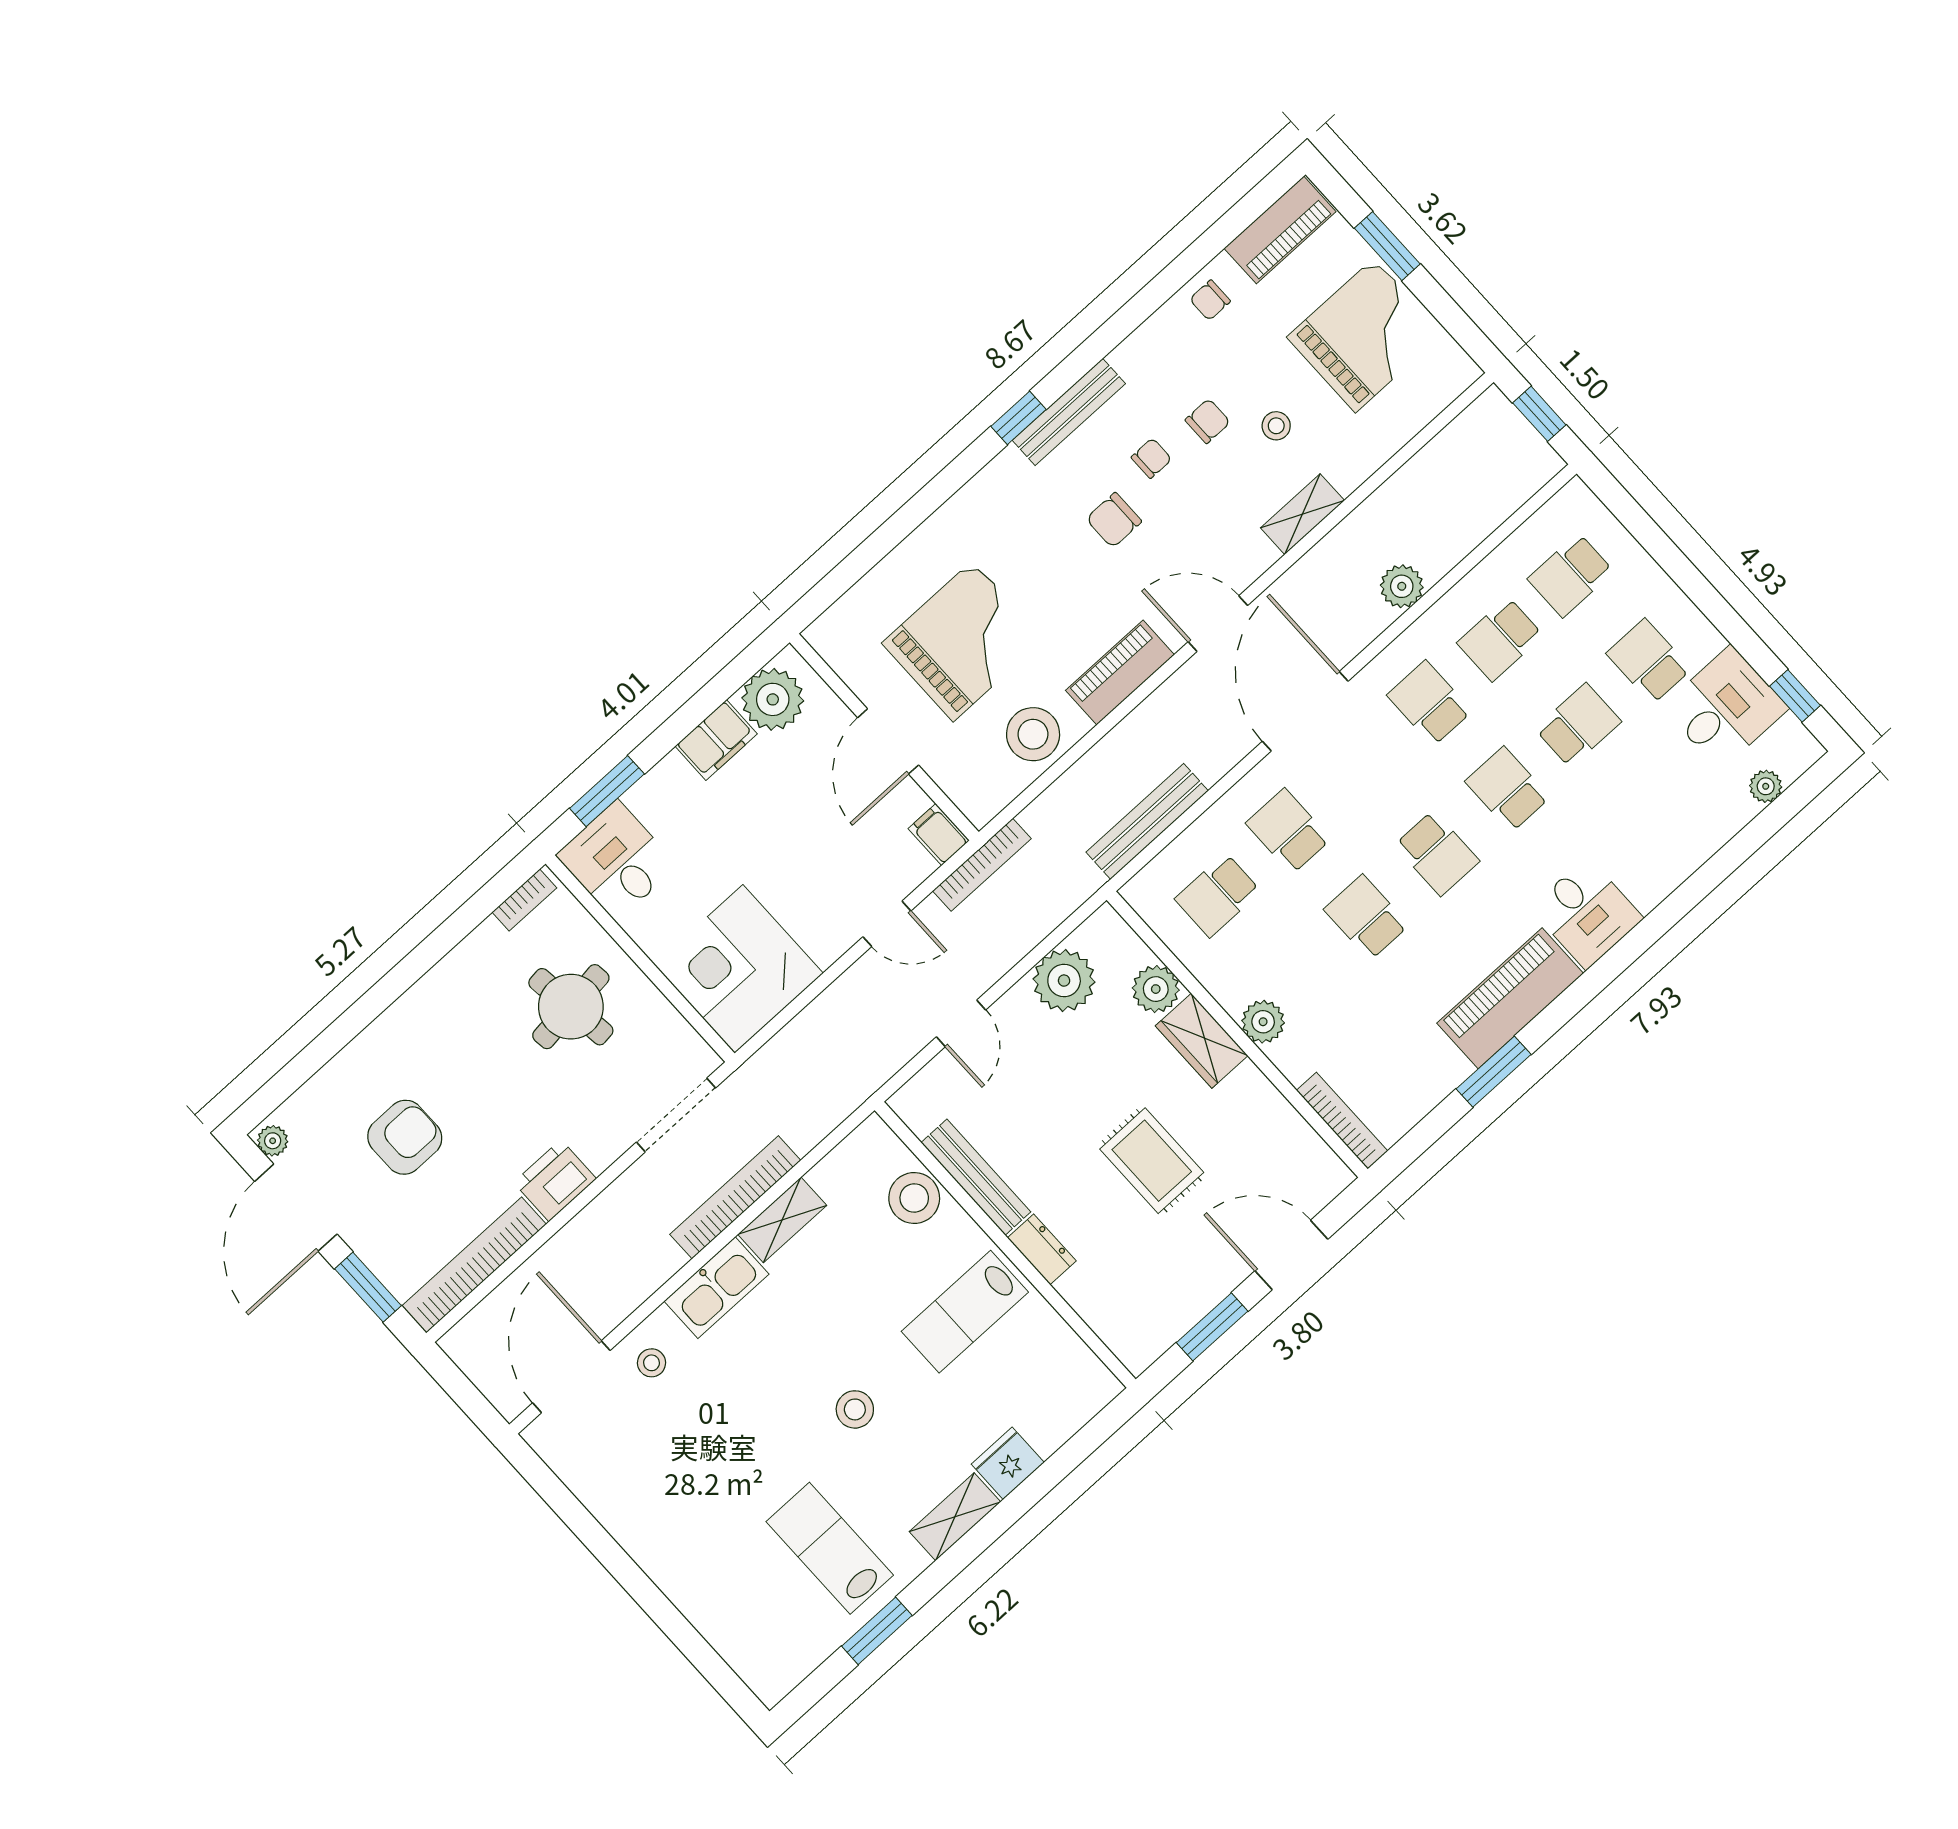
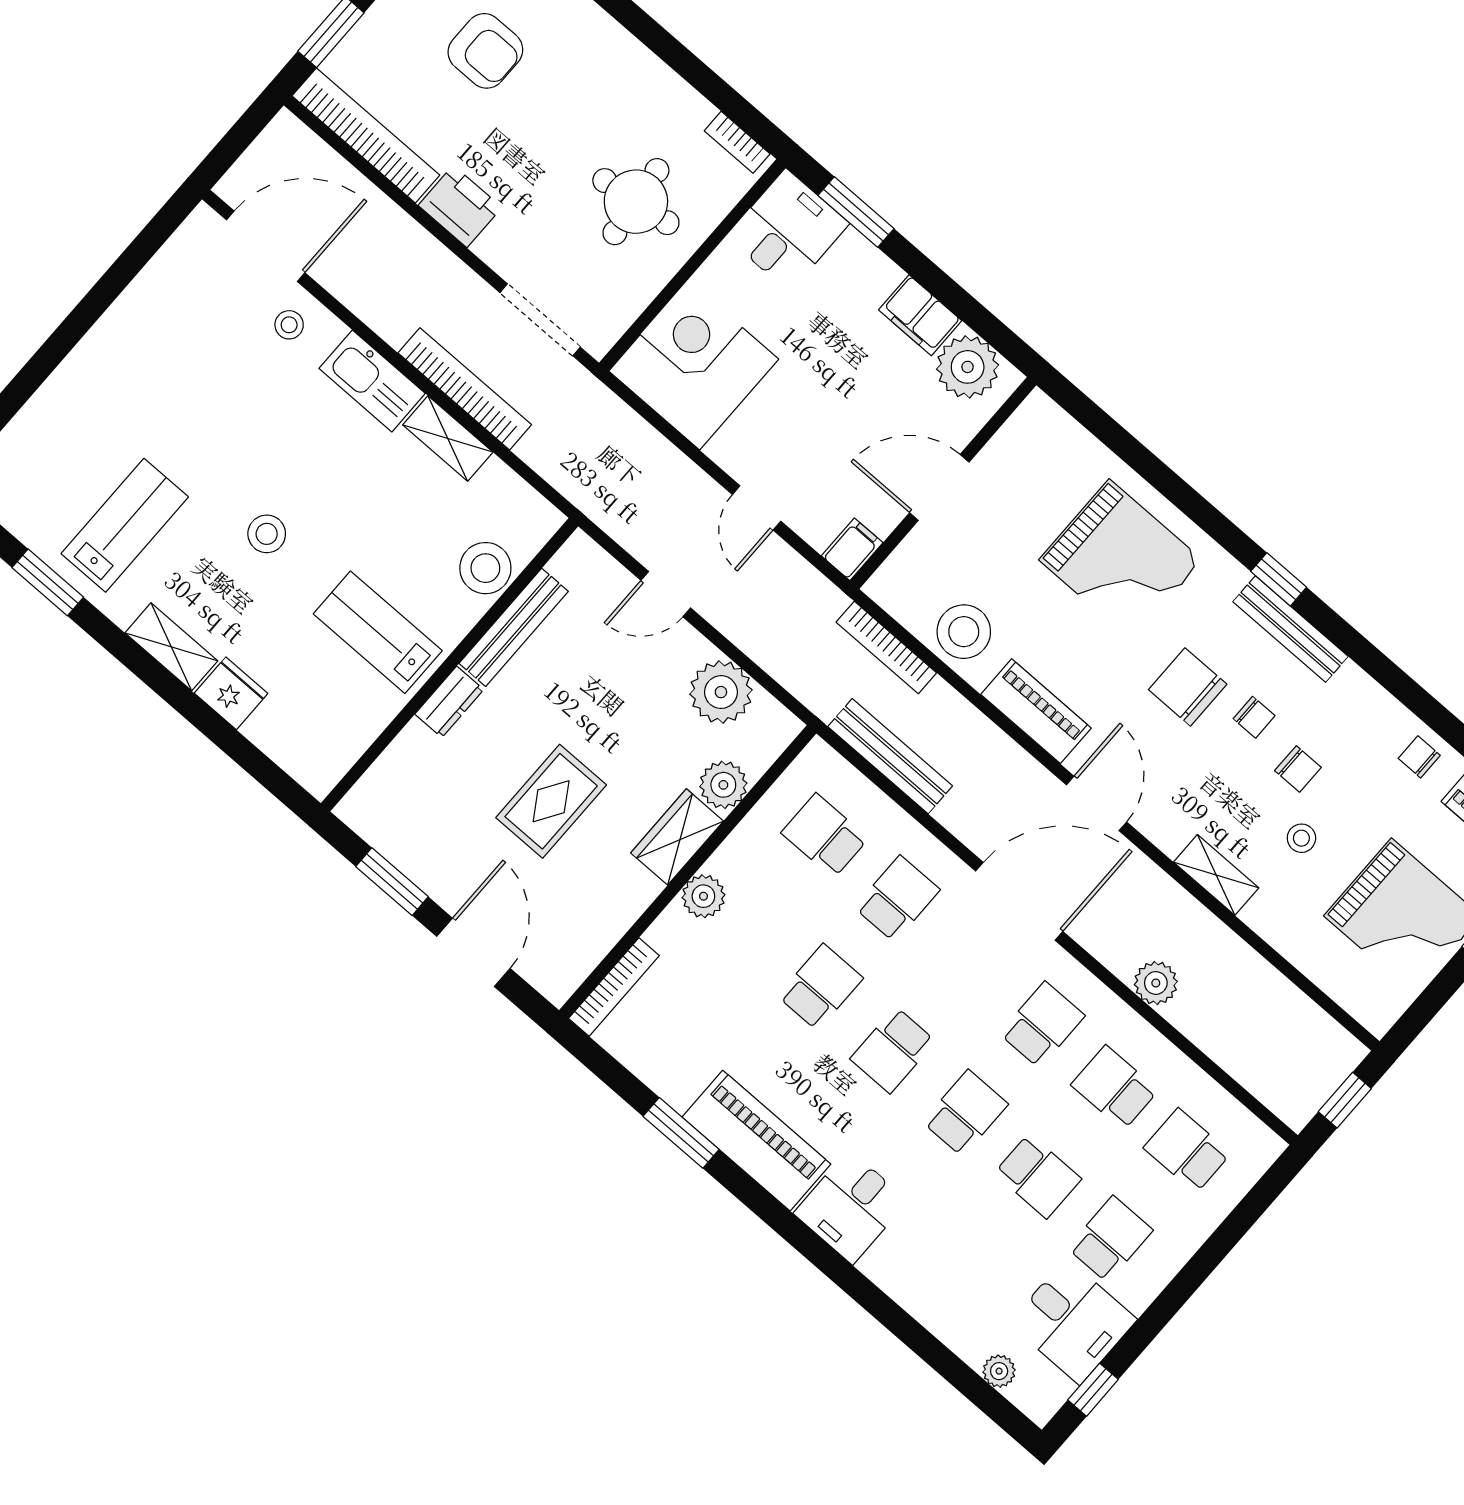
chair: (1114, 520) -> (1188, 687), width x1.37, depth x1.37
grand piano: (963, 641) -> (1121, 560), moved
bookcase: (982, 865) -> (886, 647), moved

